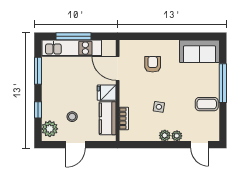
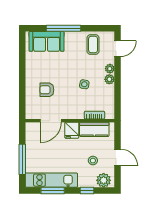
kitchen unit: (72, 48) -> (51, 180), moved, turned -90
sofa: (199, 51) -> (47, 41), moved, turned 90
coffee table: (207, 104) -> (93, 45), moved

